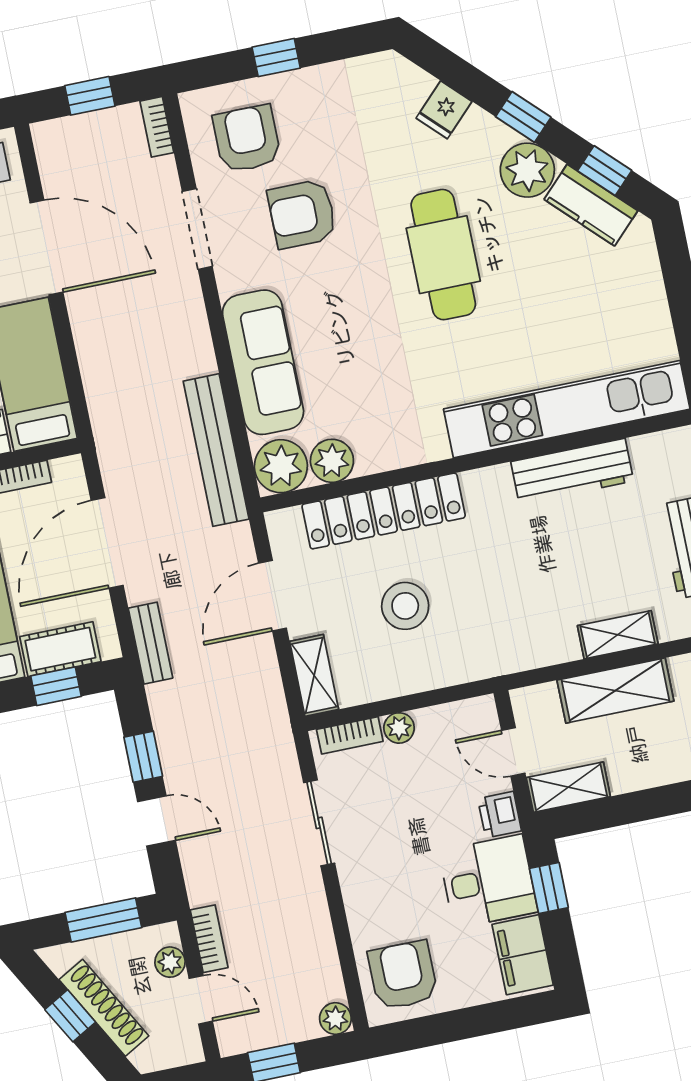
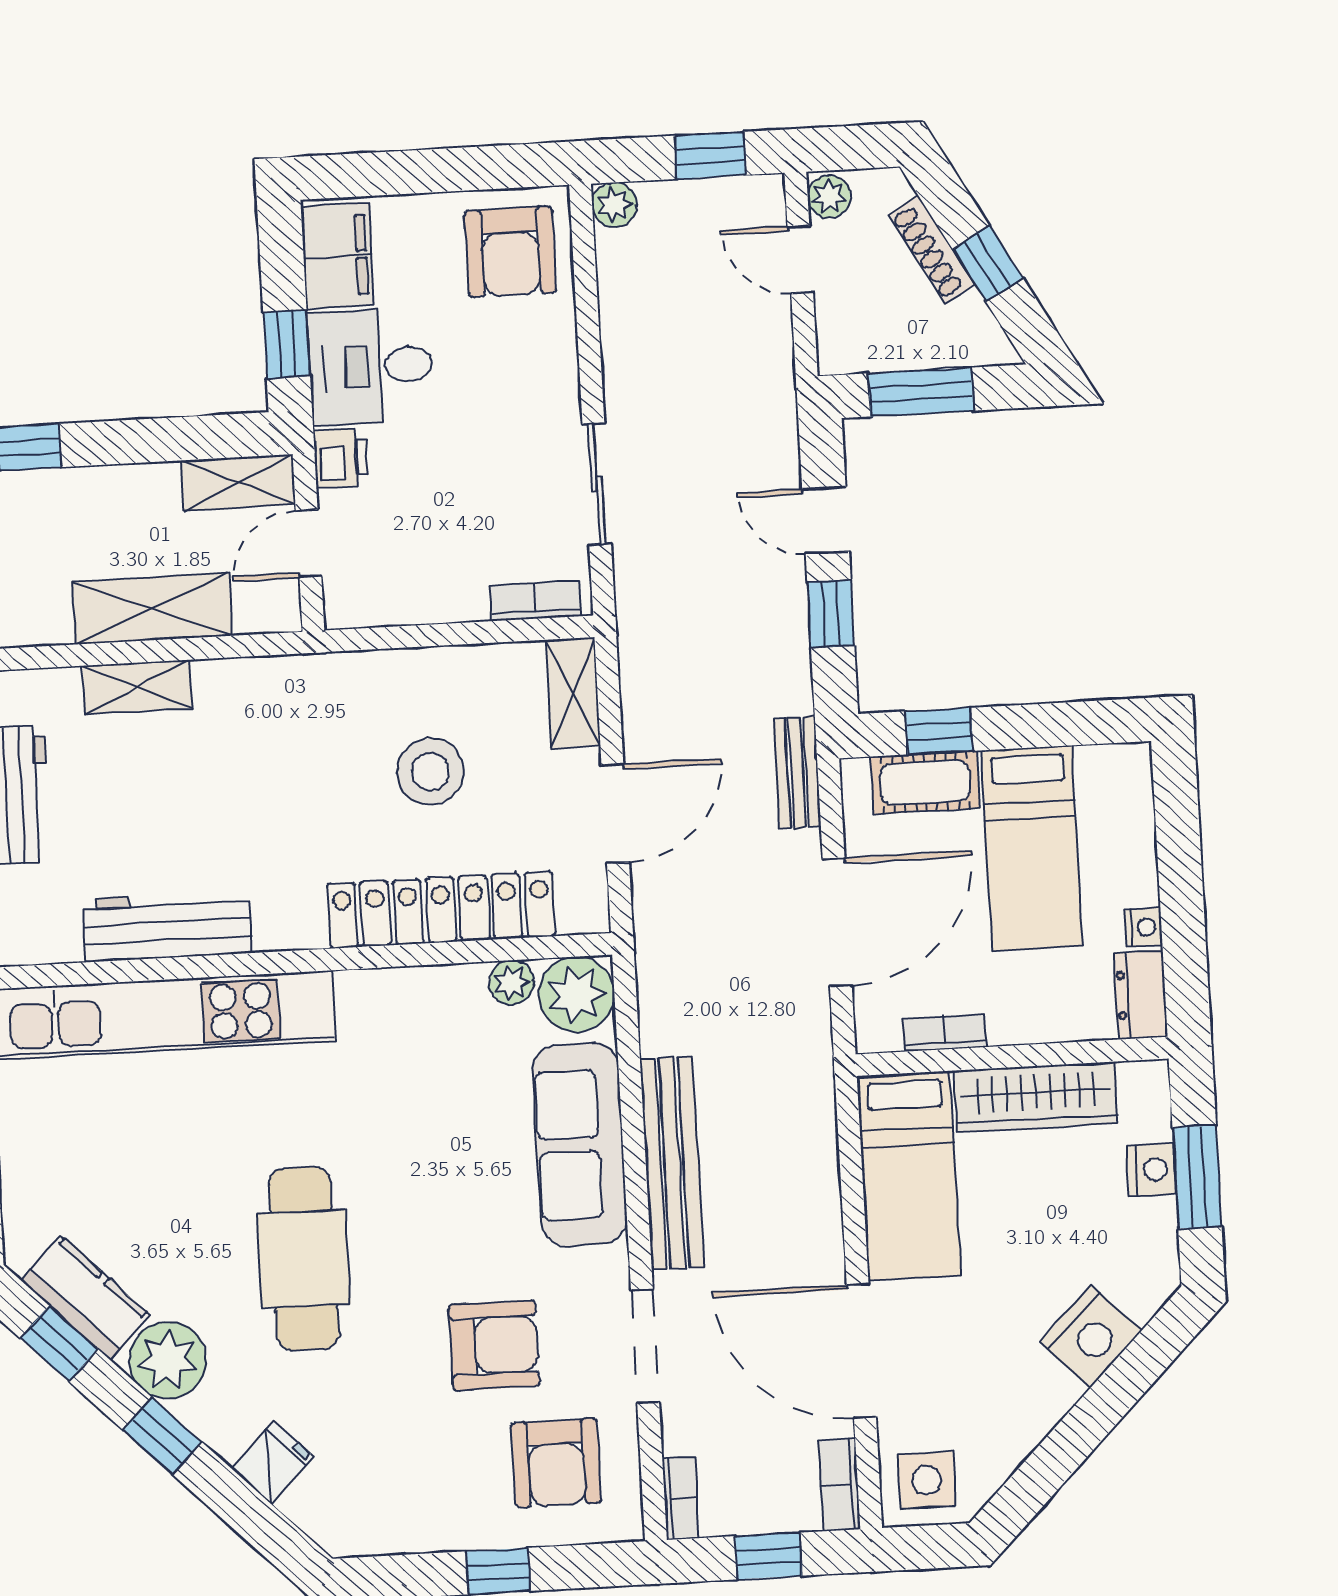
bench: (216, 450) -> (672, 1163), moved
plant: (332, 461) -> (511, 983), width x0.73, depth x0.73
plant: (399, 728) -> (464, 601), removed
door: (513, 752) -> (309, 544), swing flipped
bookcase: (209, 939) -> (840, 1485), moved
plant: (170, 962) -> (829, 197), moved
shoe rack: (104, 1008) -> (932, 250), width x0.74, depth x0.81

